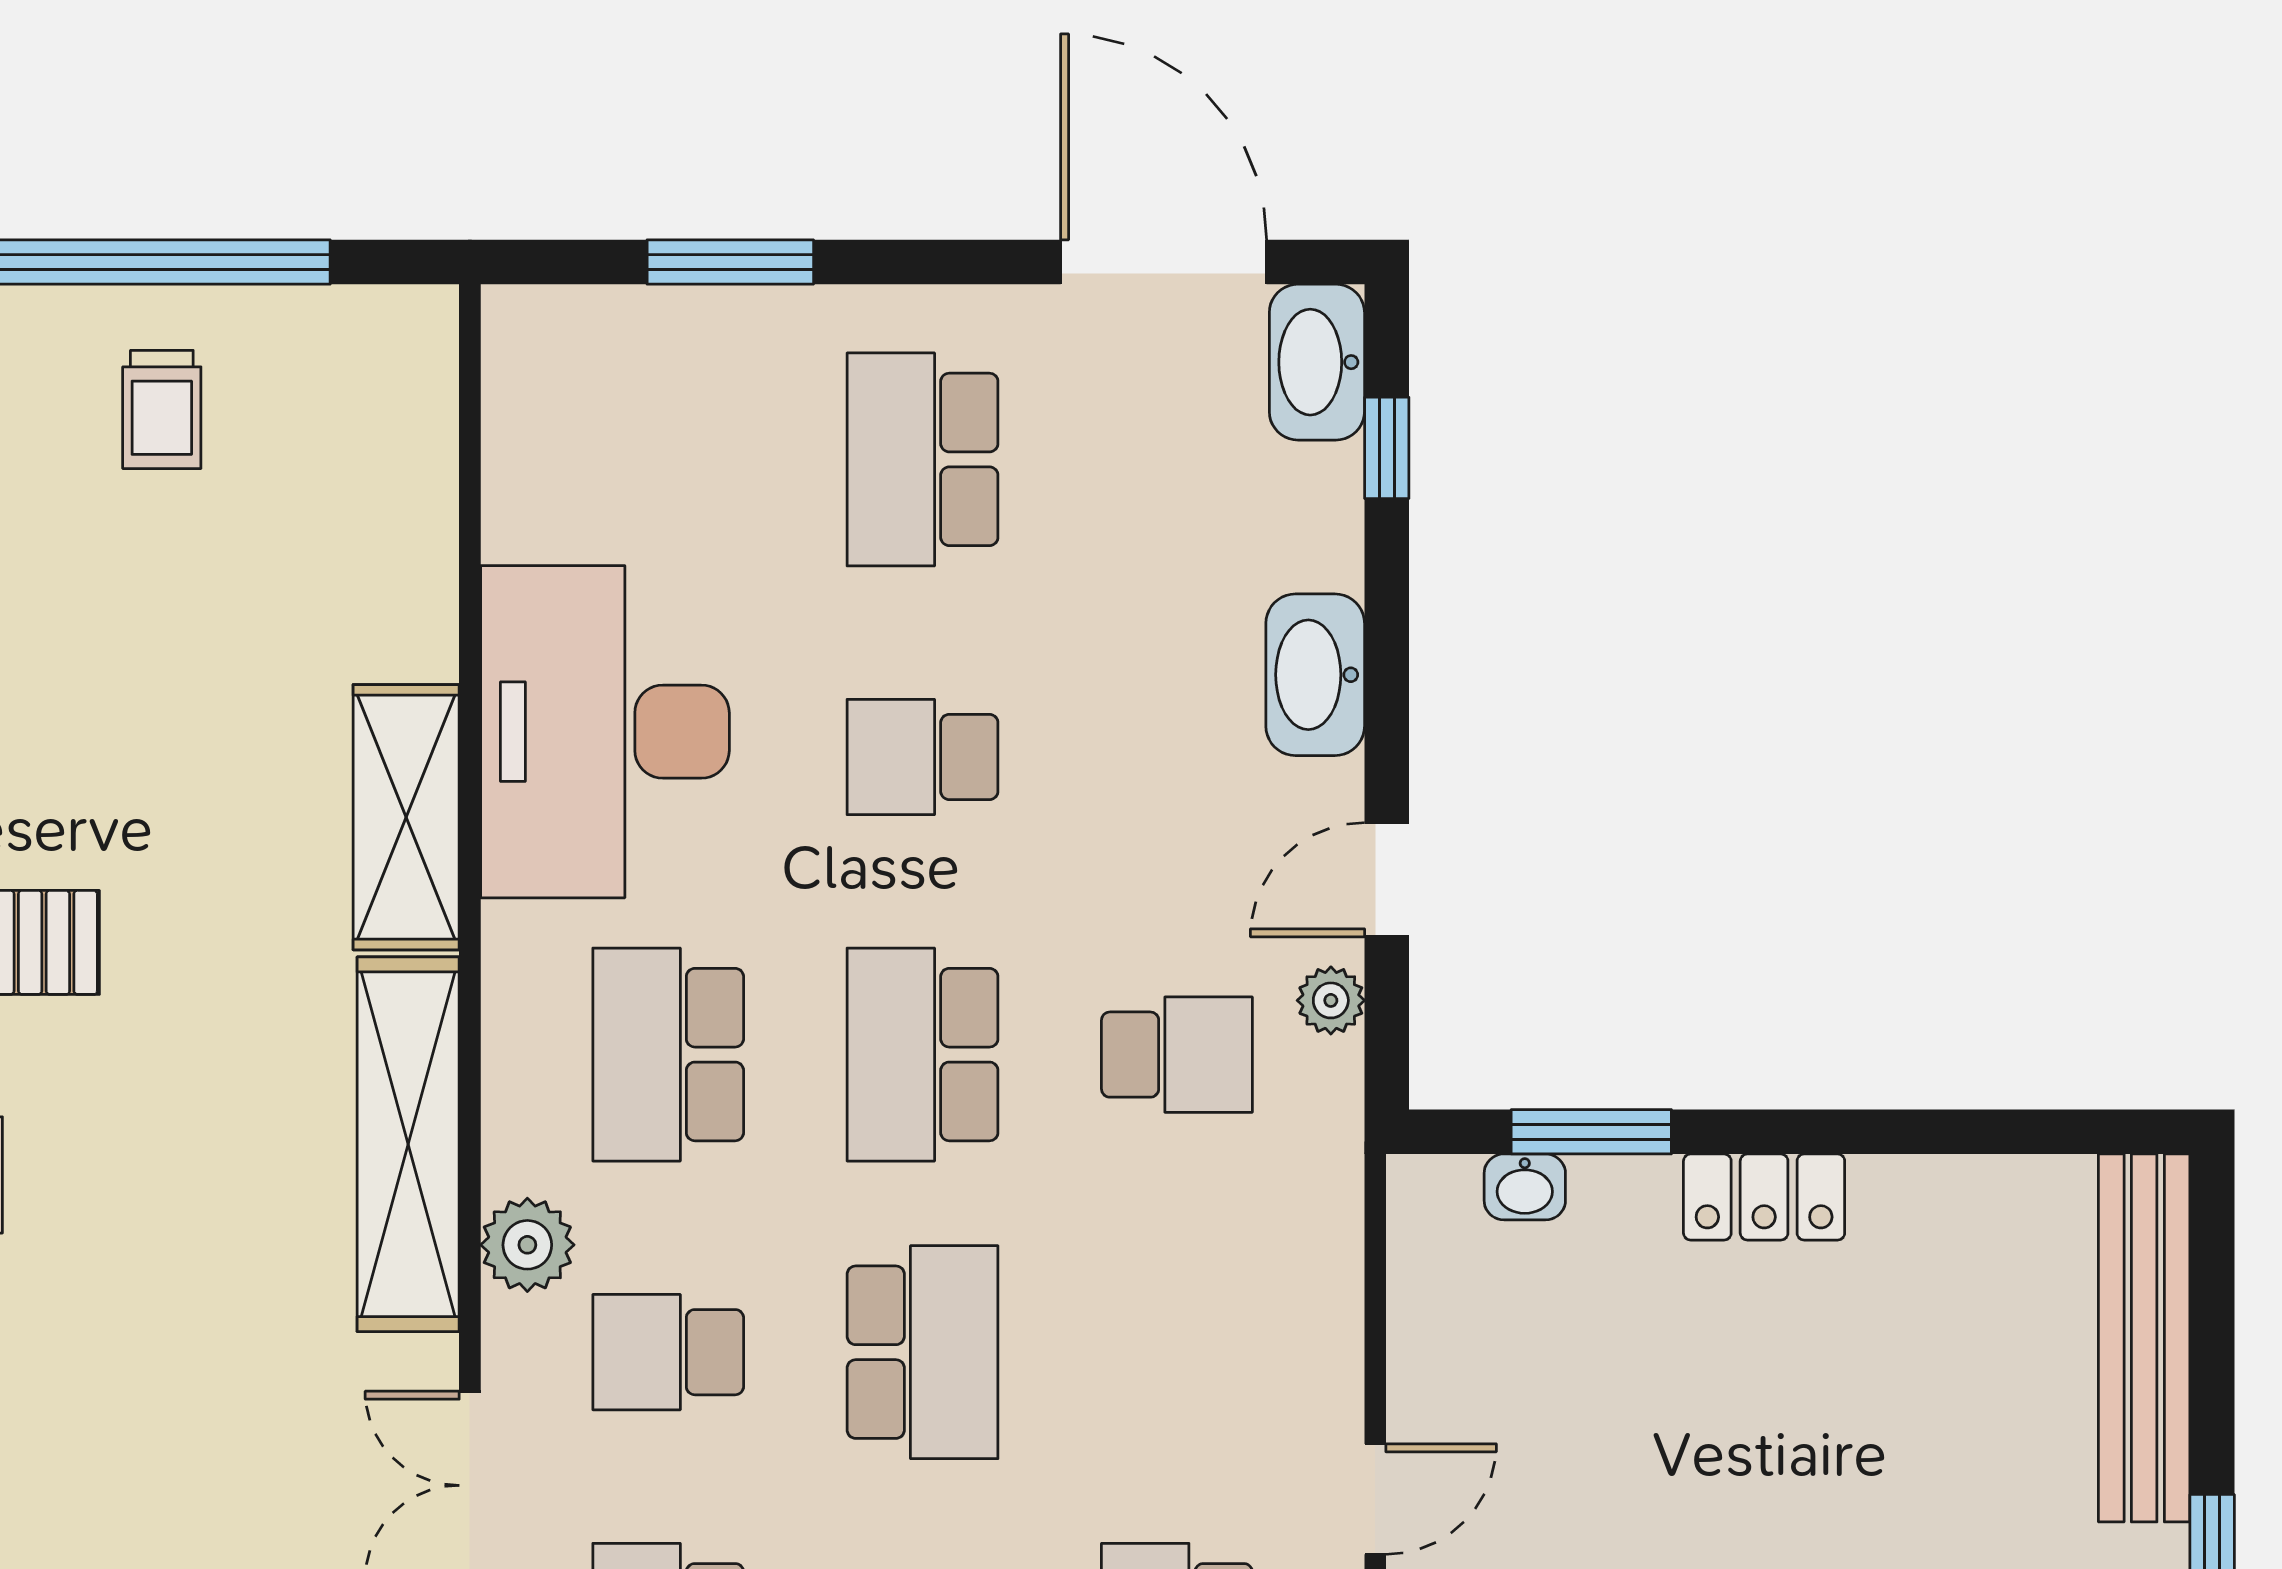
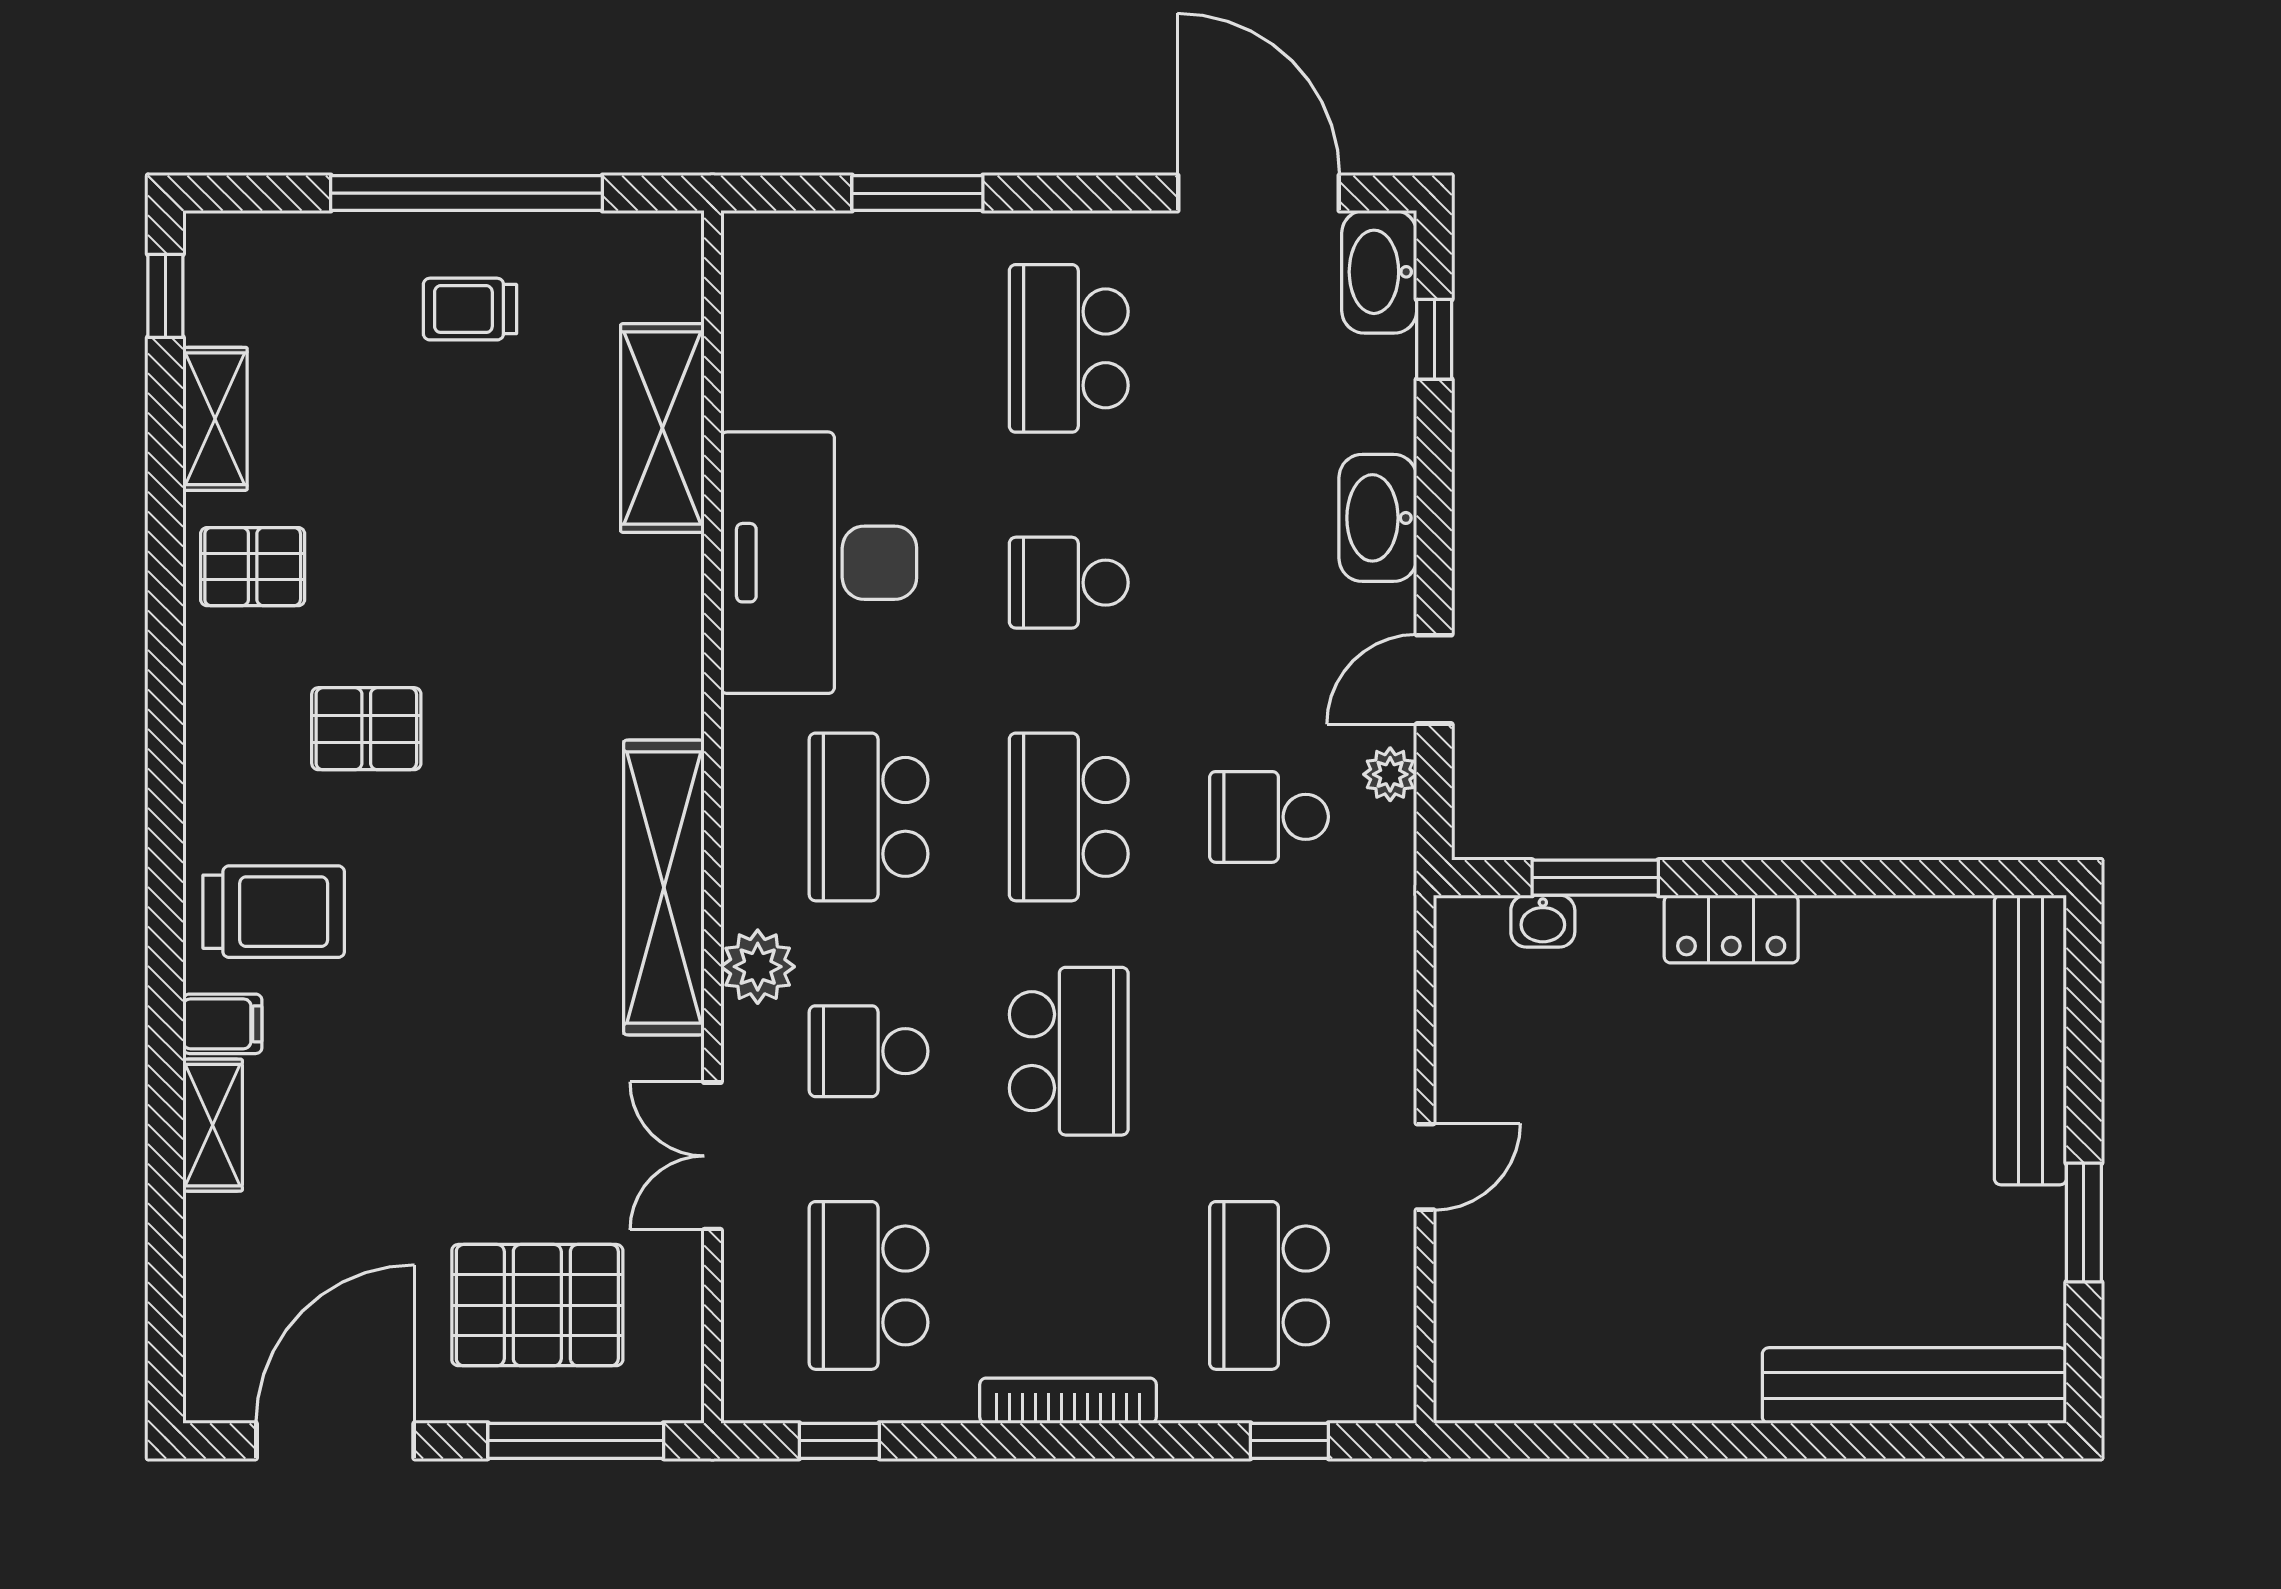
trolley: (162, 409) -> (470, 309), turned 90
shelving: (406, 817) -> (662, 428), moved
school desk: (1177, 1055) -> (1269, 817), turned 180

